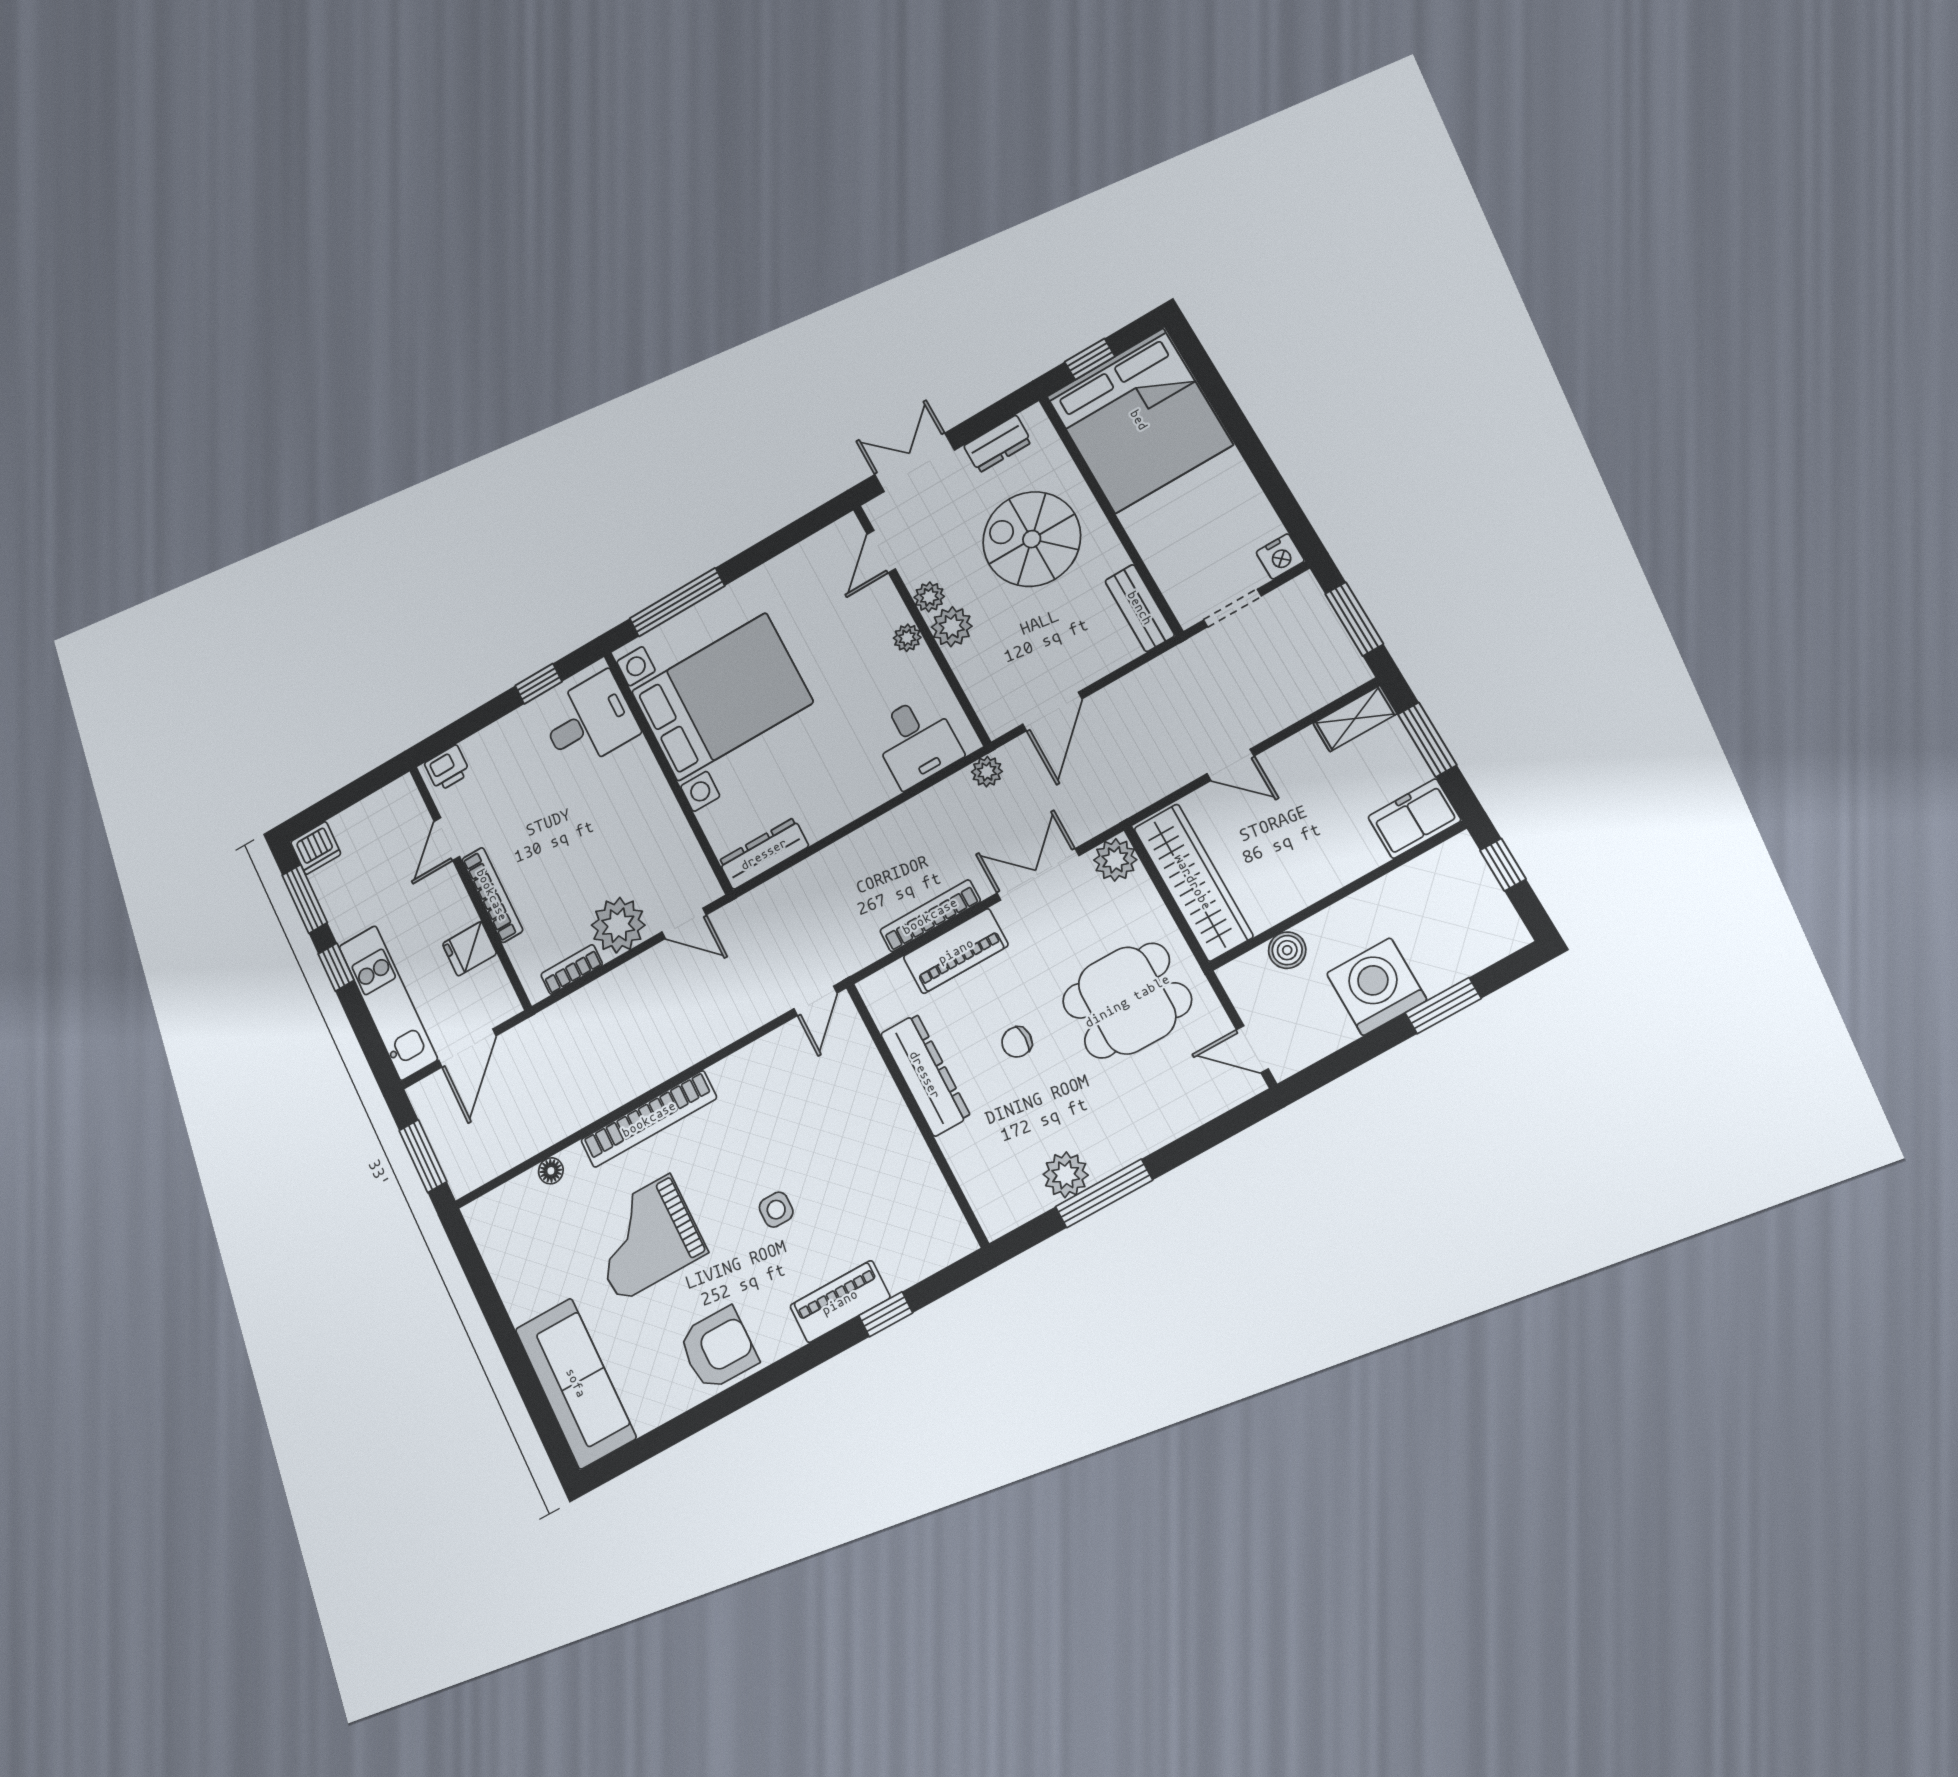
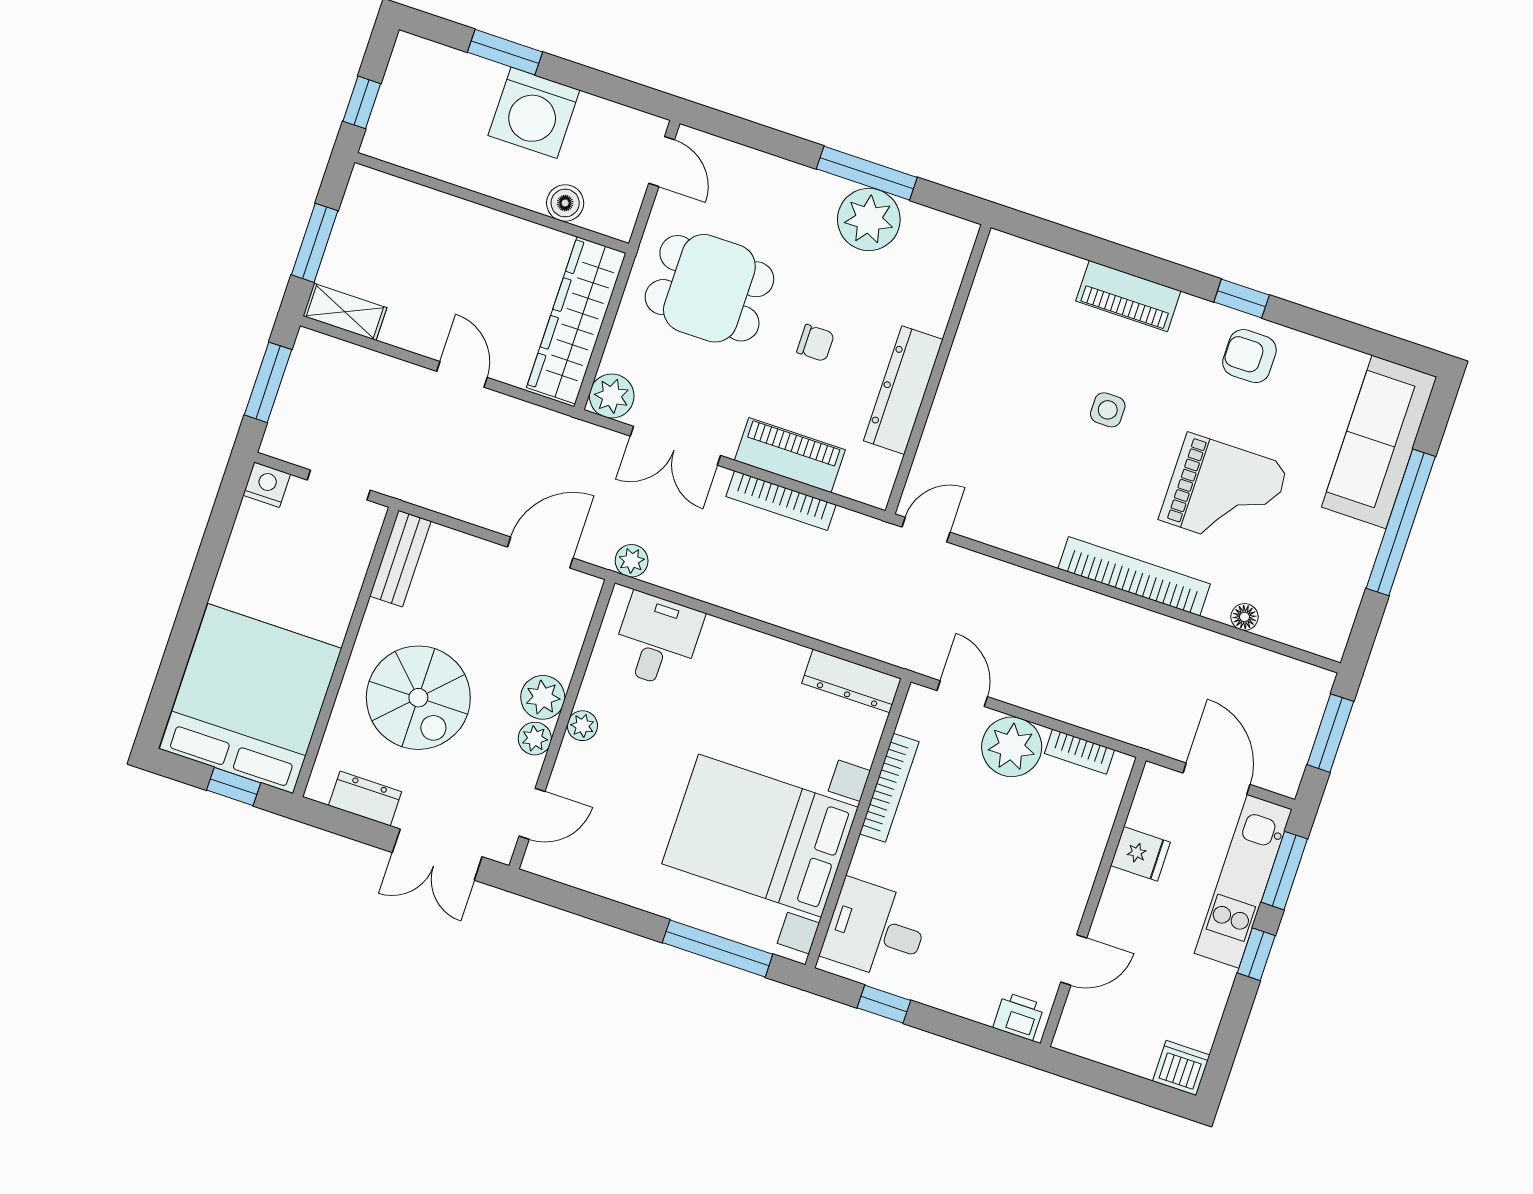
freezer: (1414, 819) -> (383, 198), removed
bookcase: (492, 895) -> (889, 788), moved, turned 180
window: (305, 899) -> (1284, 871), moved
door: (467, 1048) -> (1217, 779), hinge flipped
plant: (1066, 1175) -> (869, 219), width x1.36, depth x1.36
window: (886, 1314) -> (1242, 299), moved
window: (509, 1344) -> (1401, 522), added
armchair: (718, 1349) -> (1249, 356), width x0.72, depth x0.72

